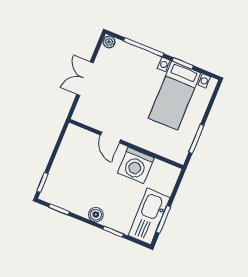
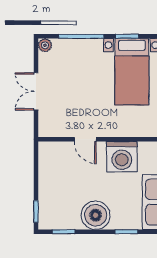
boiler: (96, 215) -> (96, 215), width x1.86, depth x1.86

